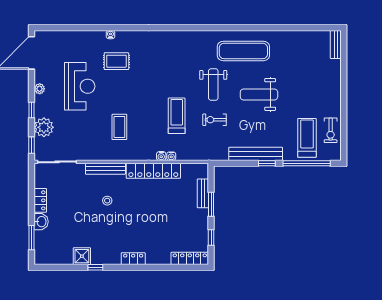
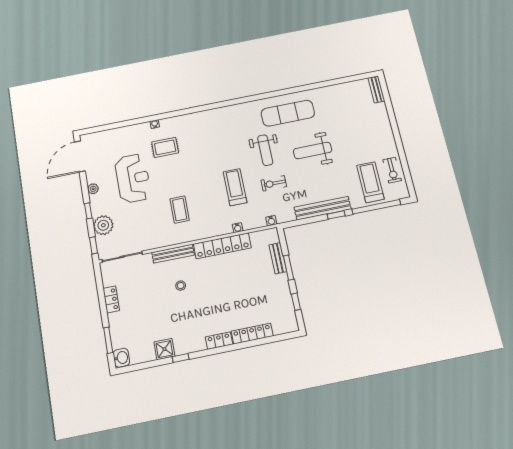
water cooler: (161, 156) -> (271, 221), moved
washbasin: (41, 222) -> (121, 358), moved
locker: (190, 258) -> (252, 334), moved

